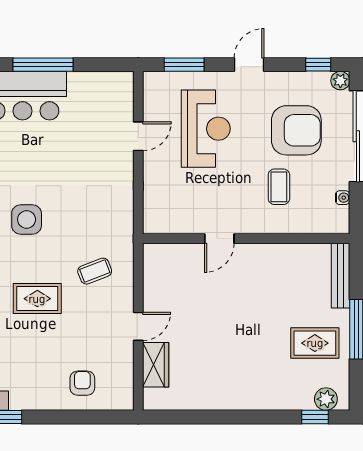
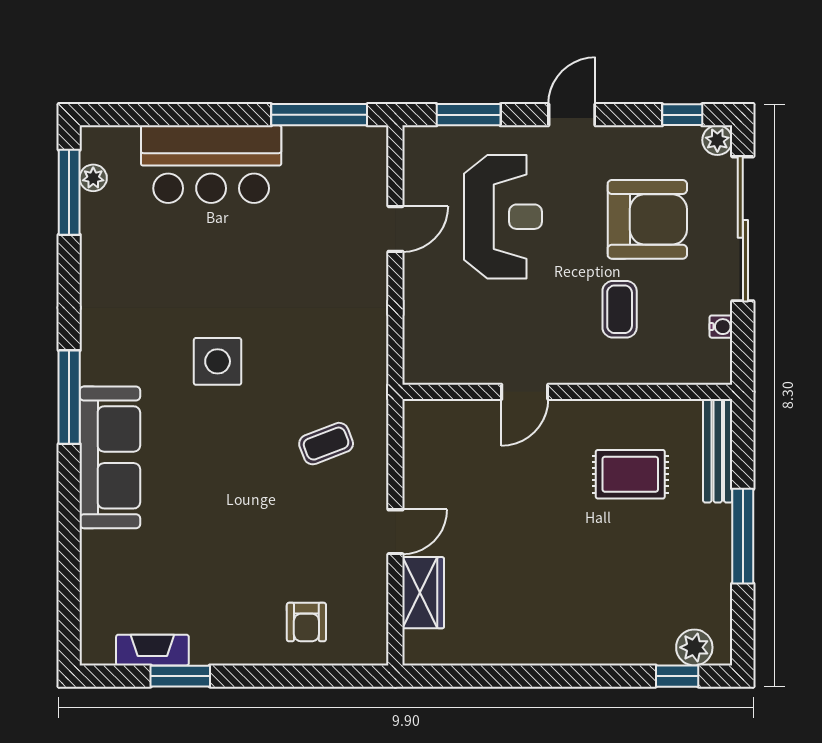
window: (43, 65) -> (319, 115), moved
rug: (37, 299) -> (235, 487), removed
rug: (315, 343) -> (630, 474), moved
armchair: (82, 383) -> (306, 622), turned 180

